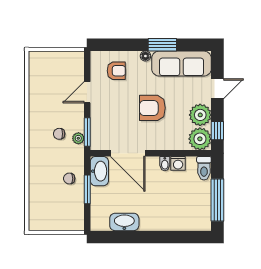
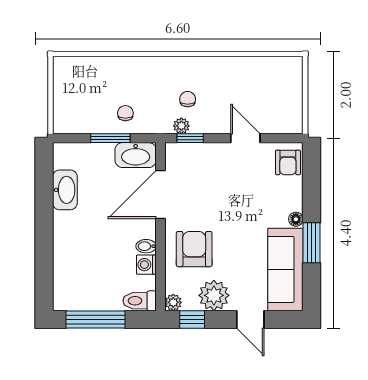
armchair: (116, 71) -> (288, 162), moved
armchair: (152, 108) -> (194, 249), moved
window: (87, 132) -> (190, 138), width x0.67
plant: (200, 139) -> (173, 302), width x0.53, depth x0.53

